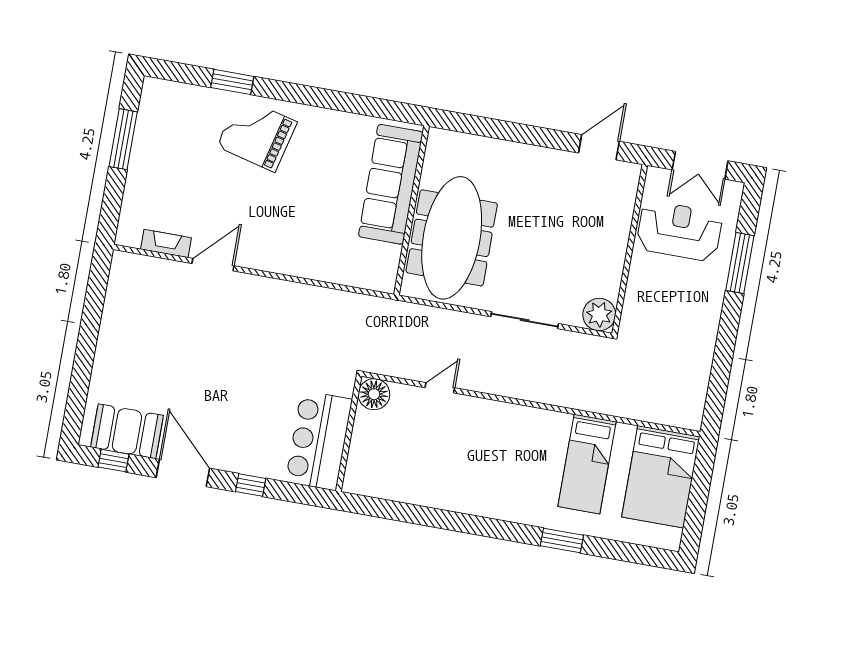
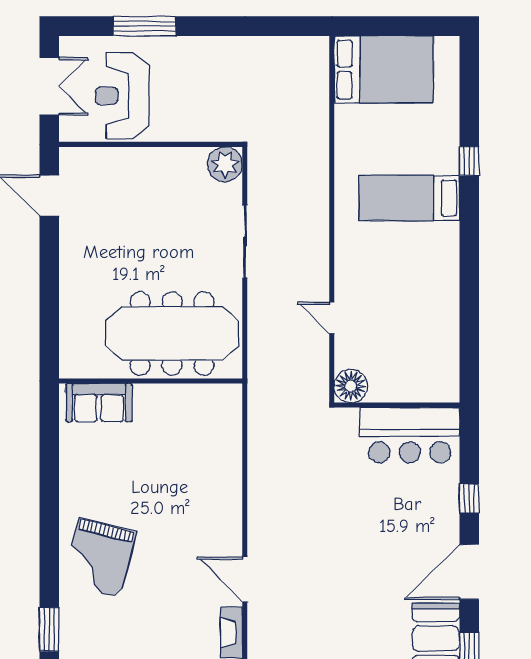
window: (232, 82) -> (49, 629), moved
sofa: (391, 184) -> (99, 402), width x0.54, depth x0.79
bed: (587, 464) -> (409, 198), moved, turned 180
window: (562, 540) -> (469, 161), width x0.67

